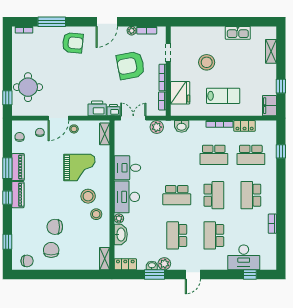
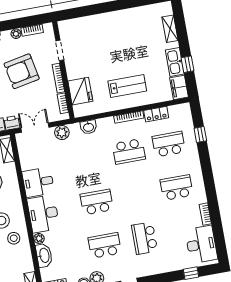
kitchen sink: (238, 33) -> (175, 62), moved, turned 90
stool: (207, 62) -> (103, 53), removed
school desk: (251, 155) -> (169, 144), turned 180
school desk: (177, 195) -> (97, 202), turned 180
school desk: (214, 195) -> (137, 195), removed
school desk: (251, 195) -> (177, 188), turned 90
school desk: (177, 235) -> (105, 245), turned 90
desk: (244, 257) -> (201, 244), moved, turned -90

